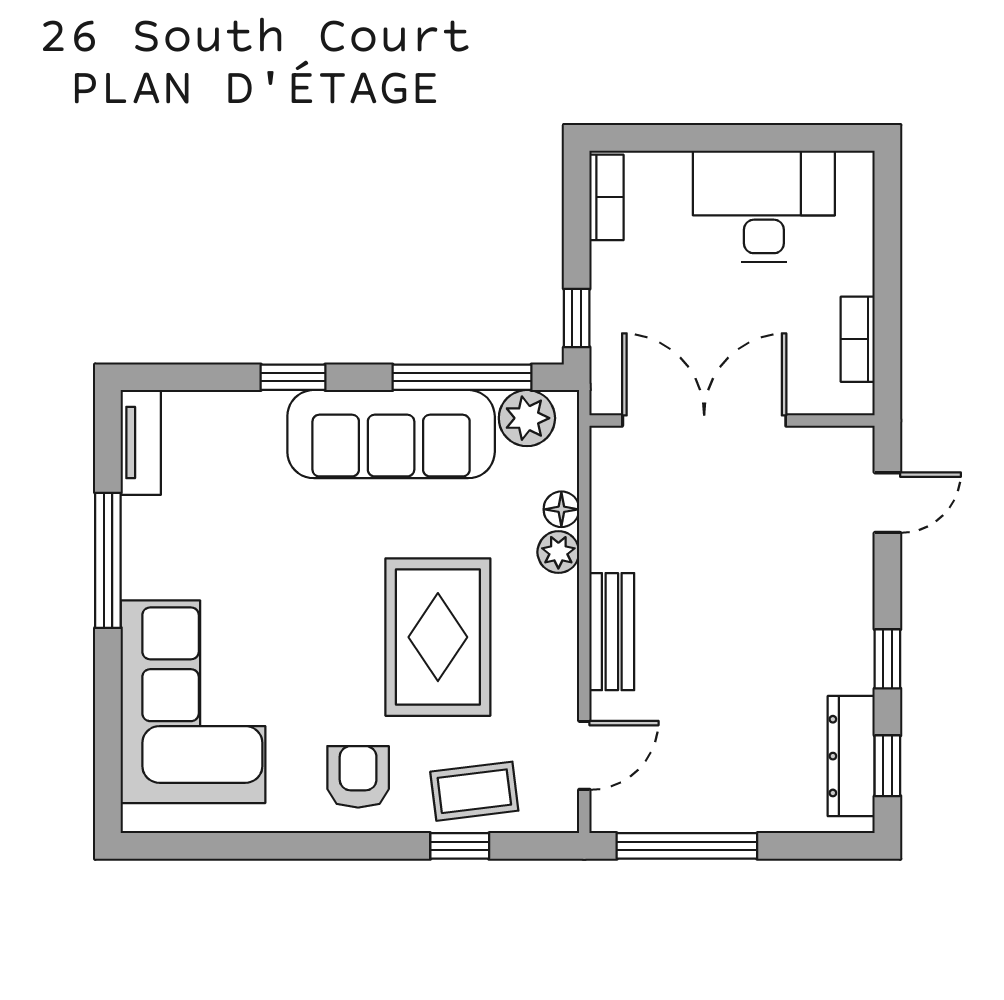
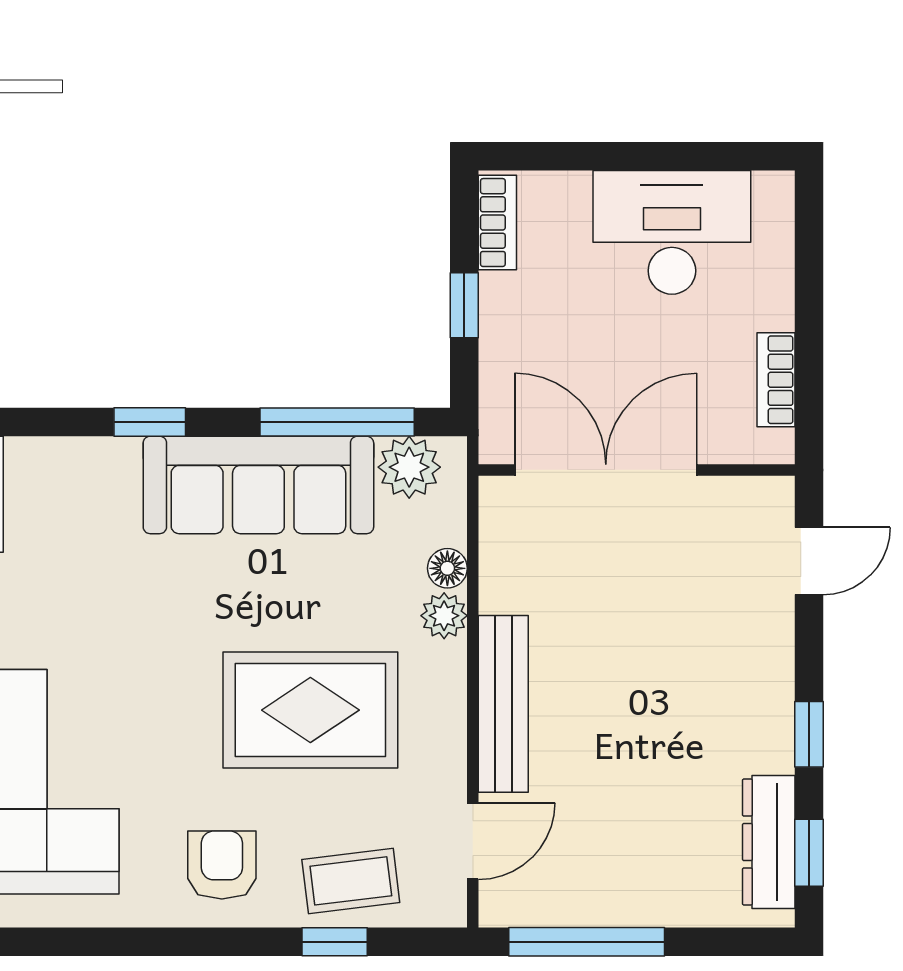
window: (577, 318) -> (464, 305), moved
bench: (612, 632) -> (503, 704), width x1.36
rug: (438, 637) -> (310, 710), turned 90

